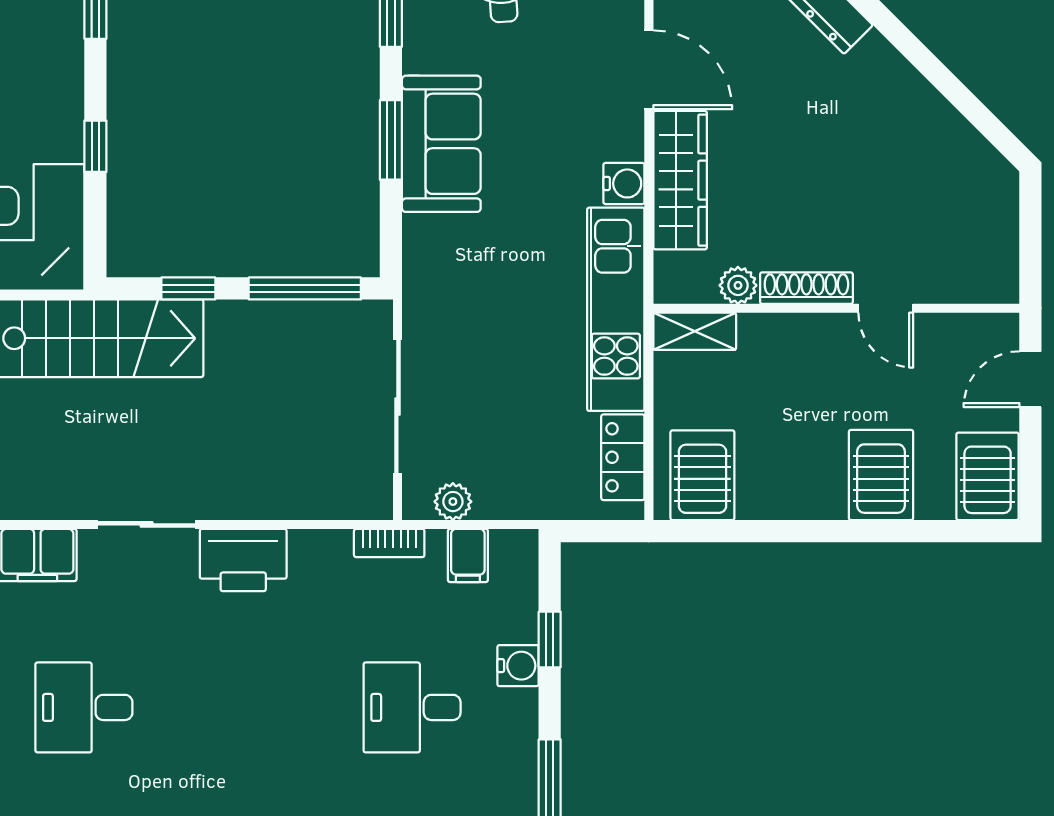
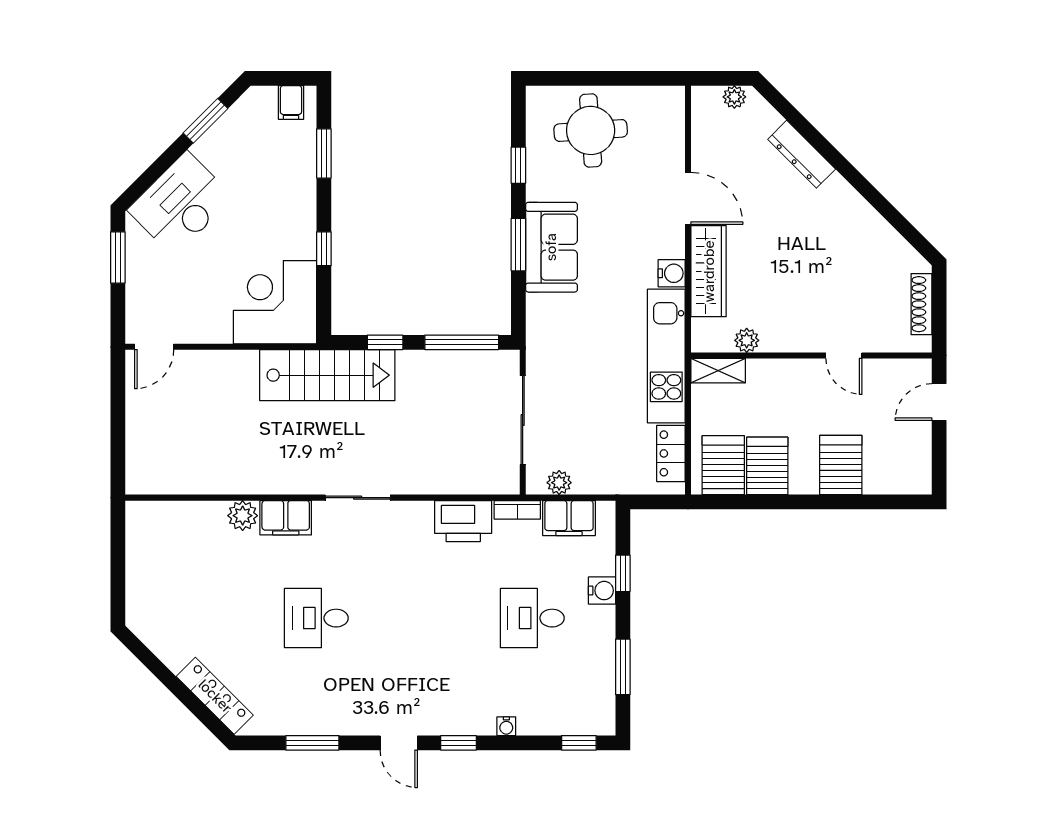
shoe rack: (806, 288) -> (921, 304), moved, turned -90
server rack: (988, 476) -> (767, 466), moved
filing cabinet: (468, 555) -> (569, 518), width x2.00
printer: (243, 560) -> (463, 521), moved

